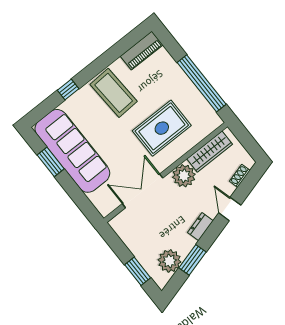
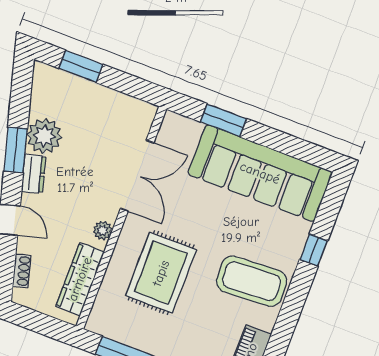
window: (51, 162) -> (224, 120), moved
plant: (184, 176) -> (103, 230), width x0.53, depth x0.53
window: (192, 260) -> (16, 150), moved
plant: (170, 261) -> (44, 136), moved

